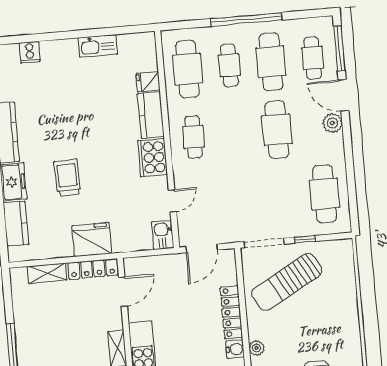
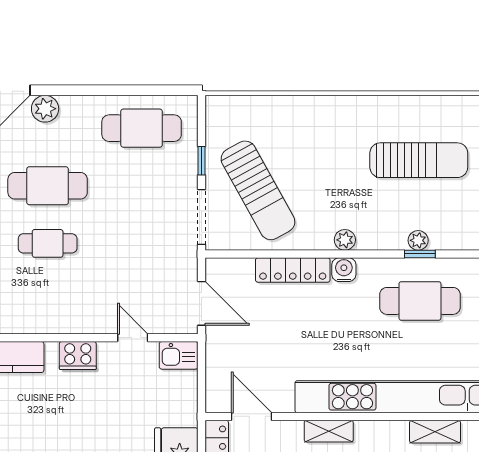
cafe table: (194, 137) -> (48, 243), moved
cooker: (152, 158) -> (78, 356), width x0.73, depth x0.76

